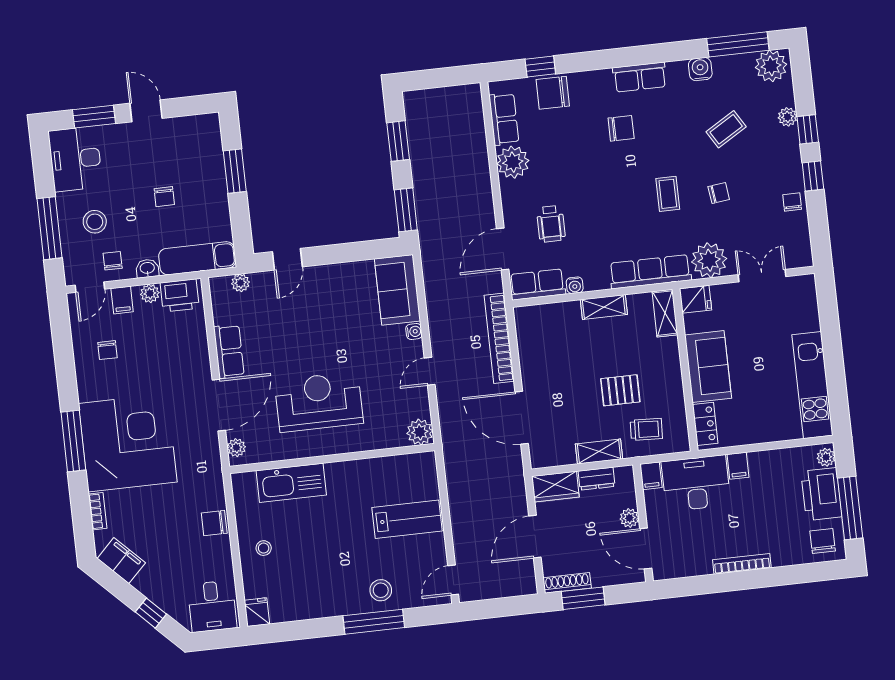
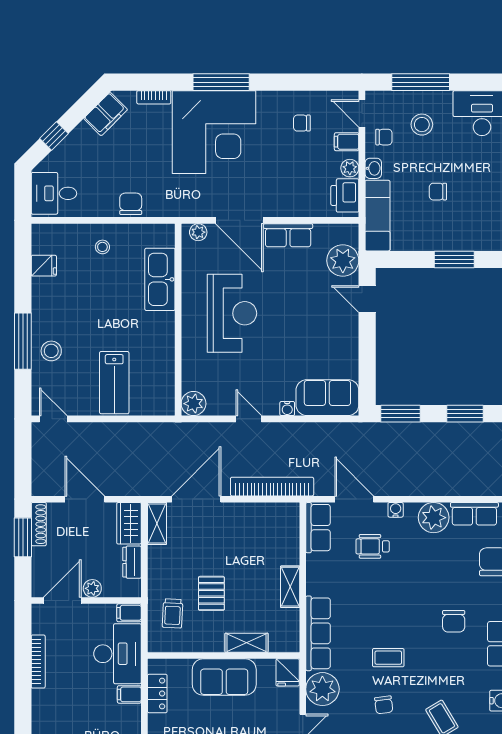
plant: (240, 283) -> (343, 261), width x1.87, depth x1.87
water cooler: (575, 285) -> (396, 510), moved, turned 90
shelving: (665, 313) -> (247, 643), moved
locker: (705, 424) -> (157, 694), moved, turned -90
shelving: (599, 451) -> (157, 523), moved
bookcase: (742, 564) -> (38, 662), moved
fridge: (257, 612) -> (44, 266), moved

